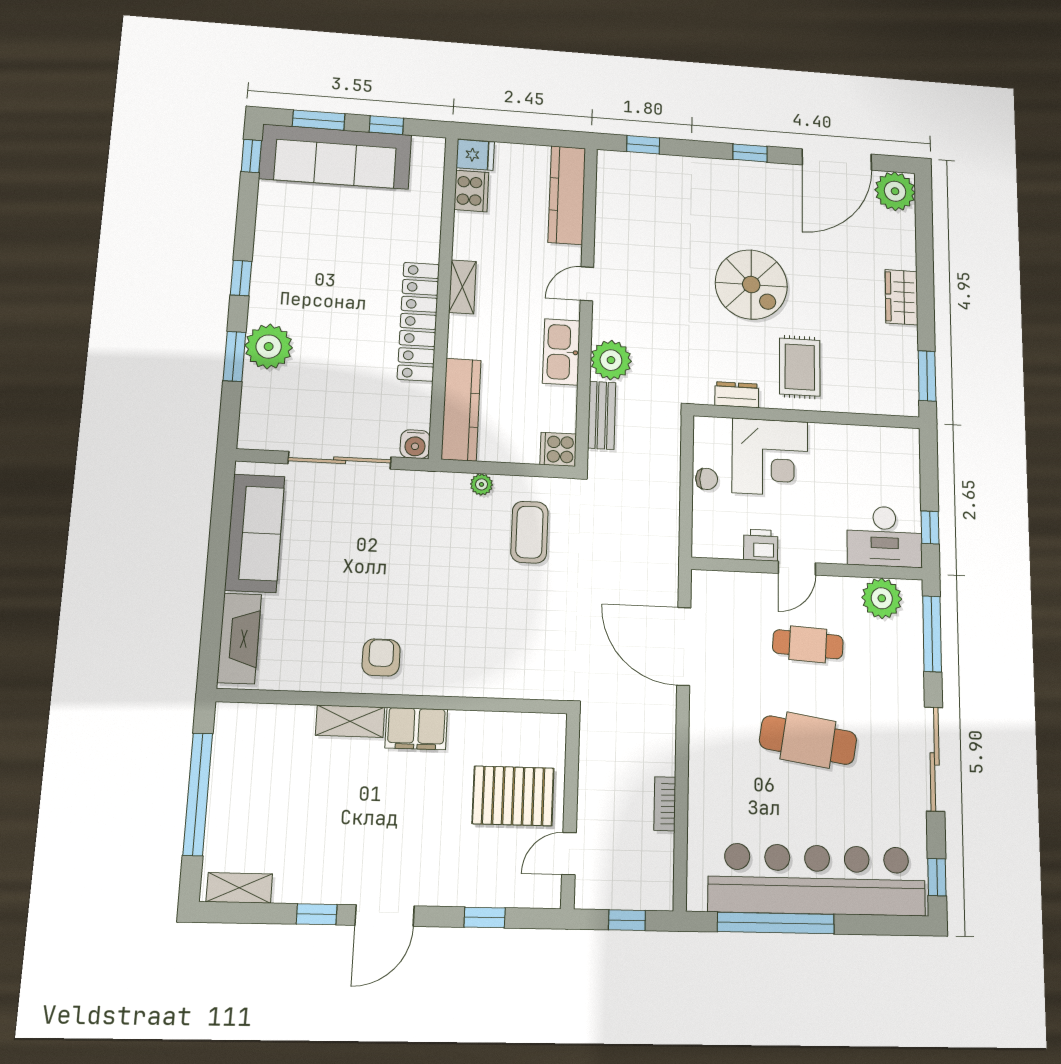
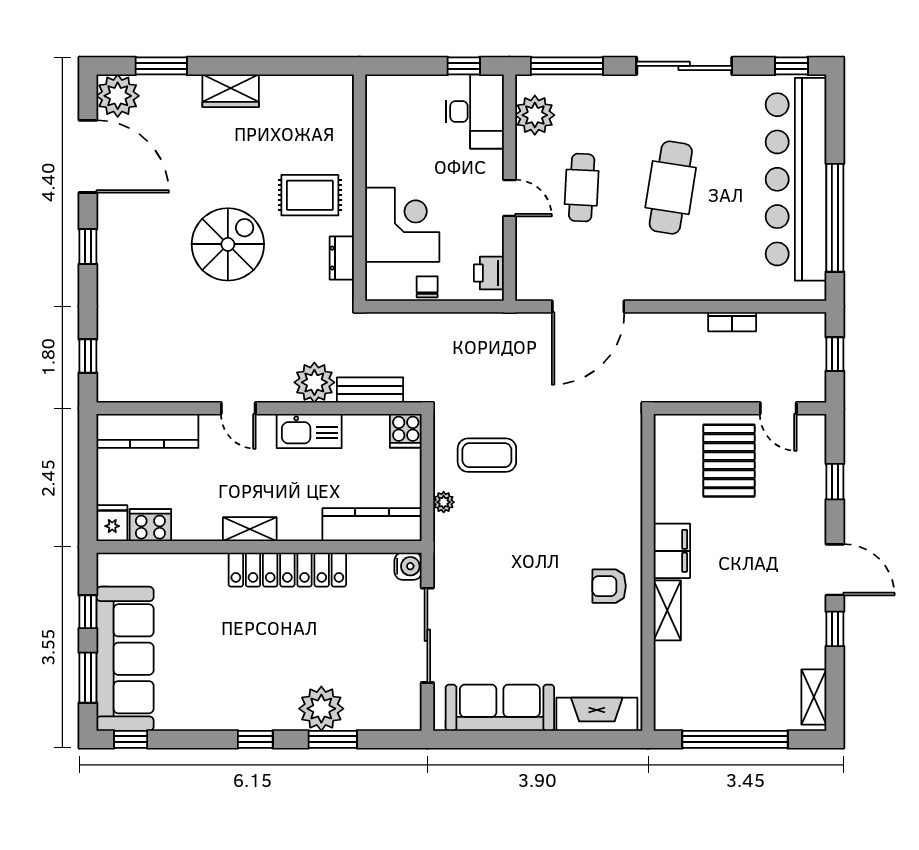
window: (927, 376) -> (161, 66), moved
printer: (761, 545) -> (489, 273), moved

